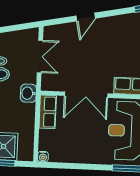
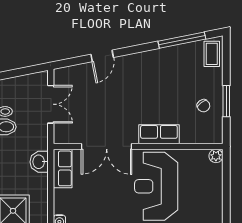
washbasin: (28, 93) -> (39, 162), moved

